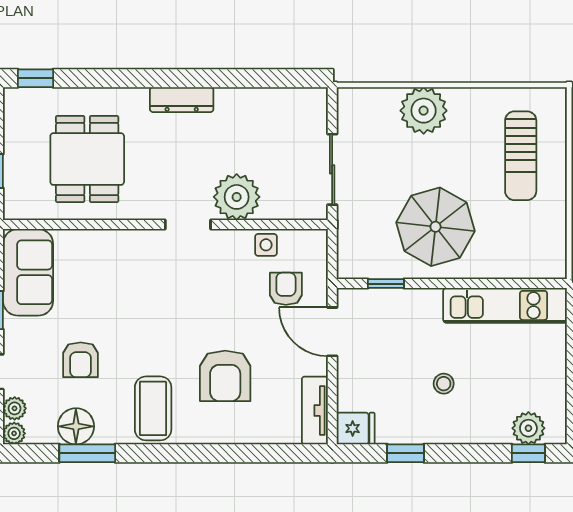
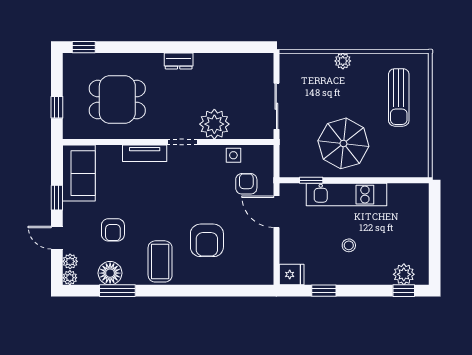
dresser: (182, 100) -> (179, 61), width x0.70
plant: (424, 111) -> (343, 61), width x0.53, depth x0.53
dining table: (87, 159) -> (117, 100), turned 90
kitchen unit: (505, 305) -> (346, 195), moved
tv unit: (315, 411) -> (145, 153), moved, turned -90

